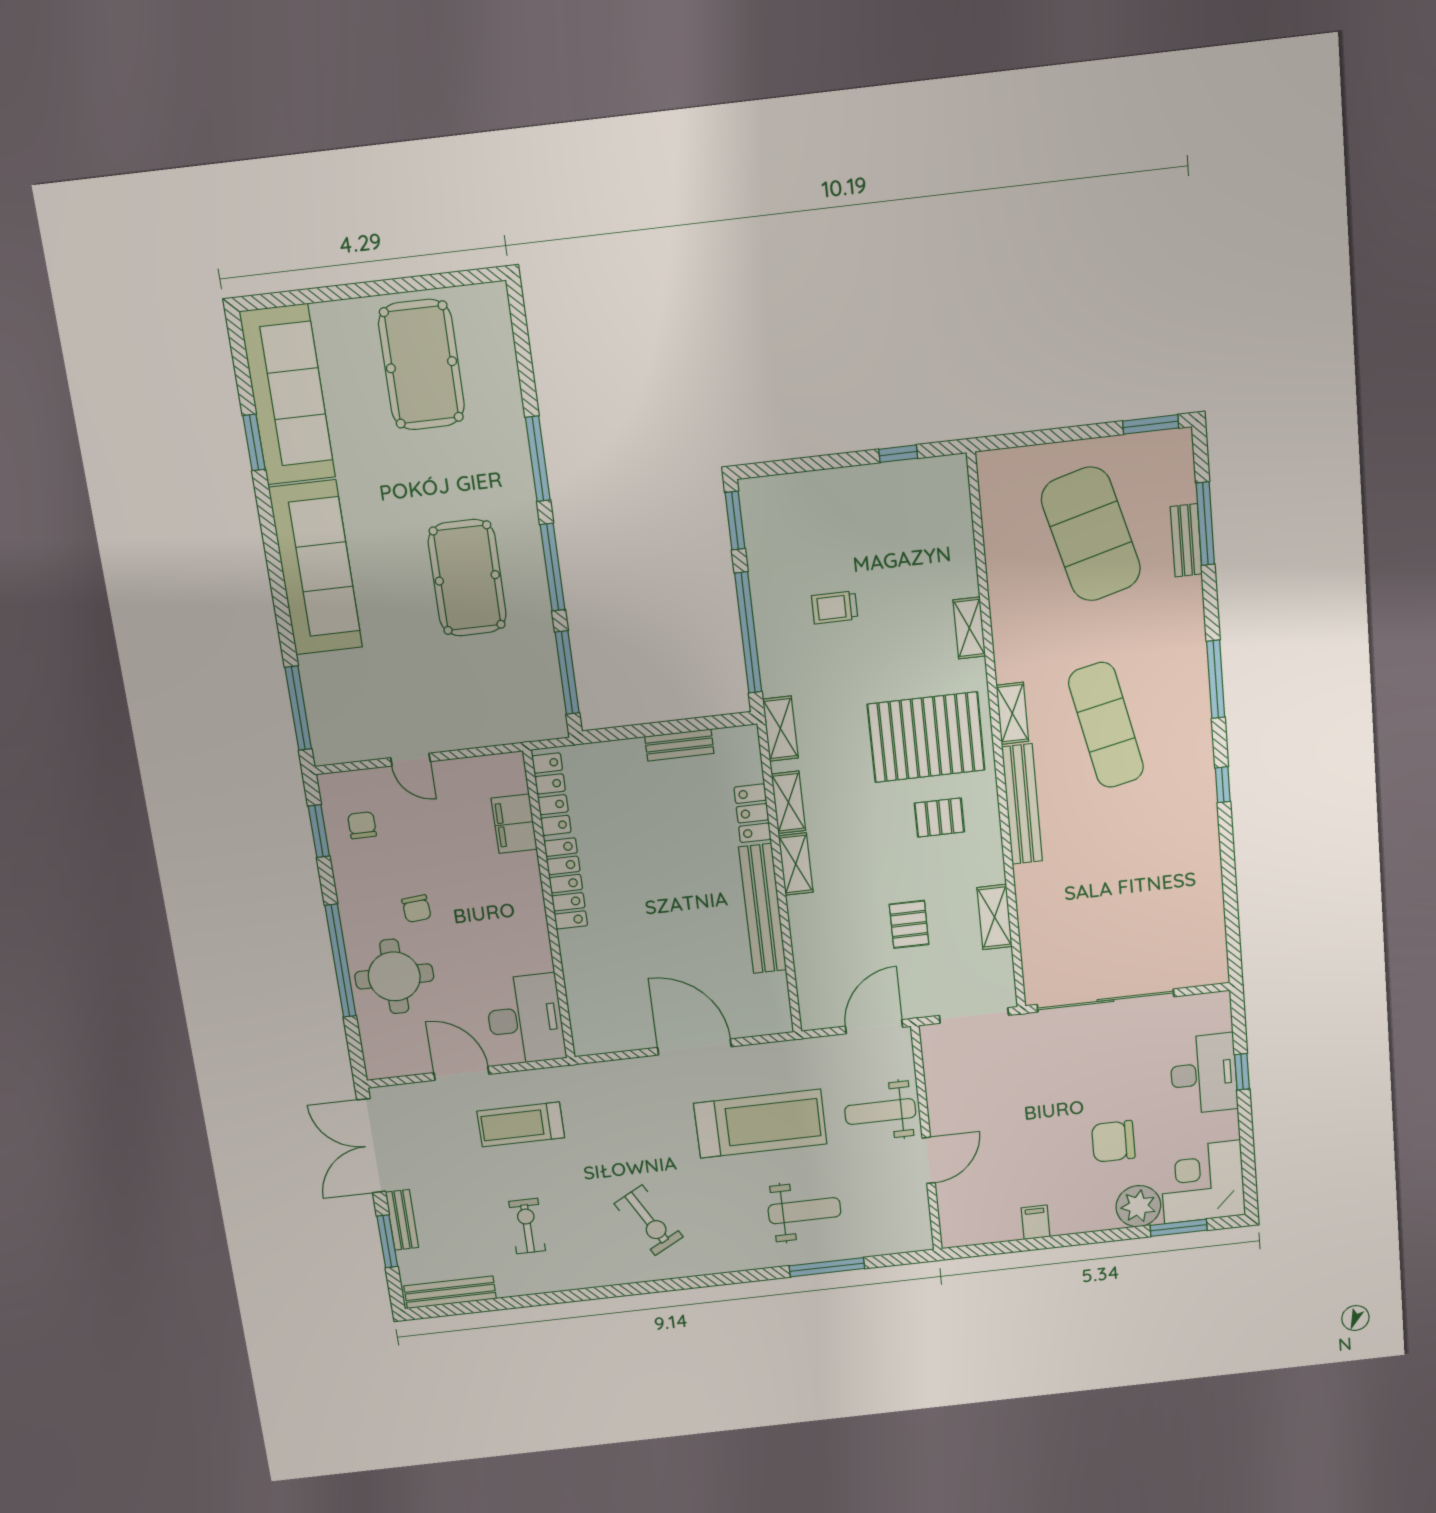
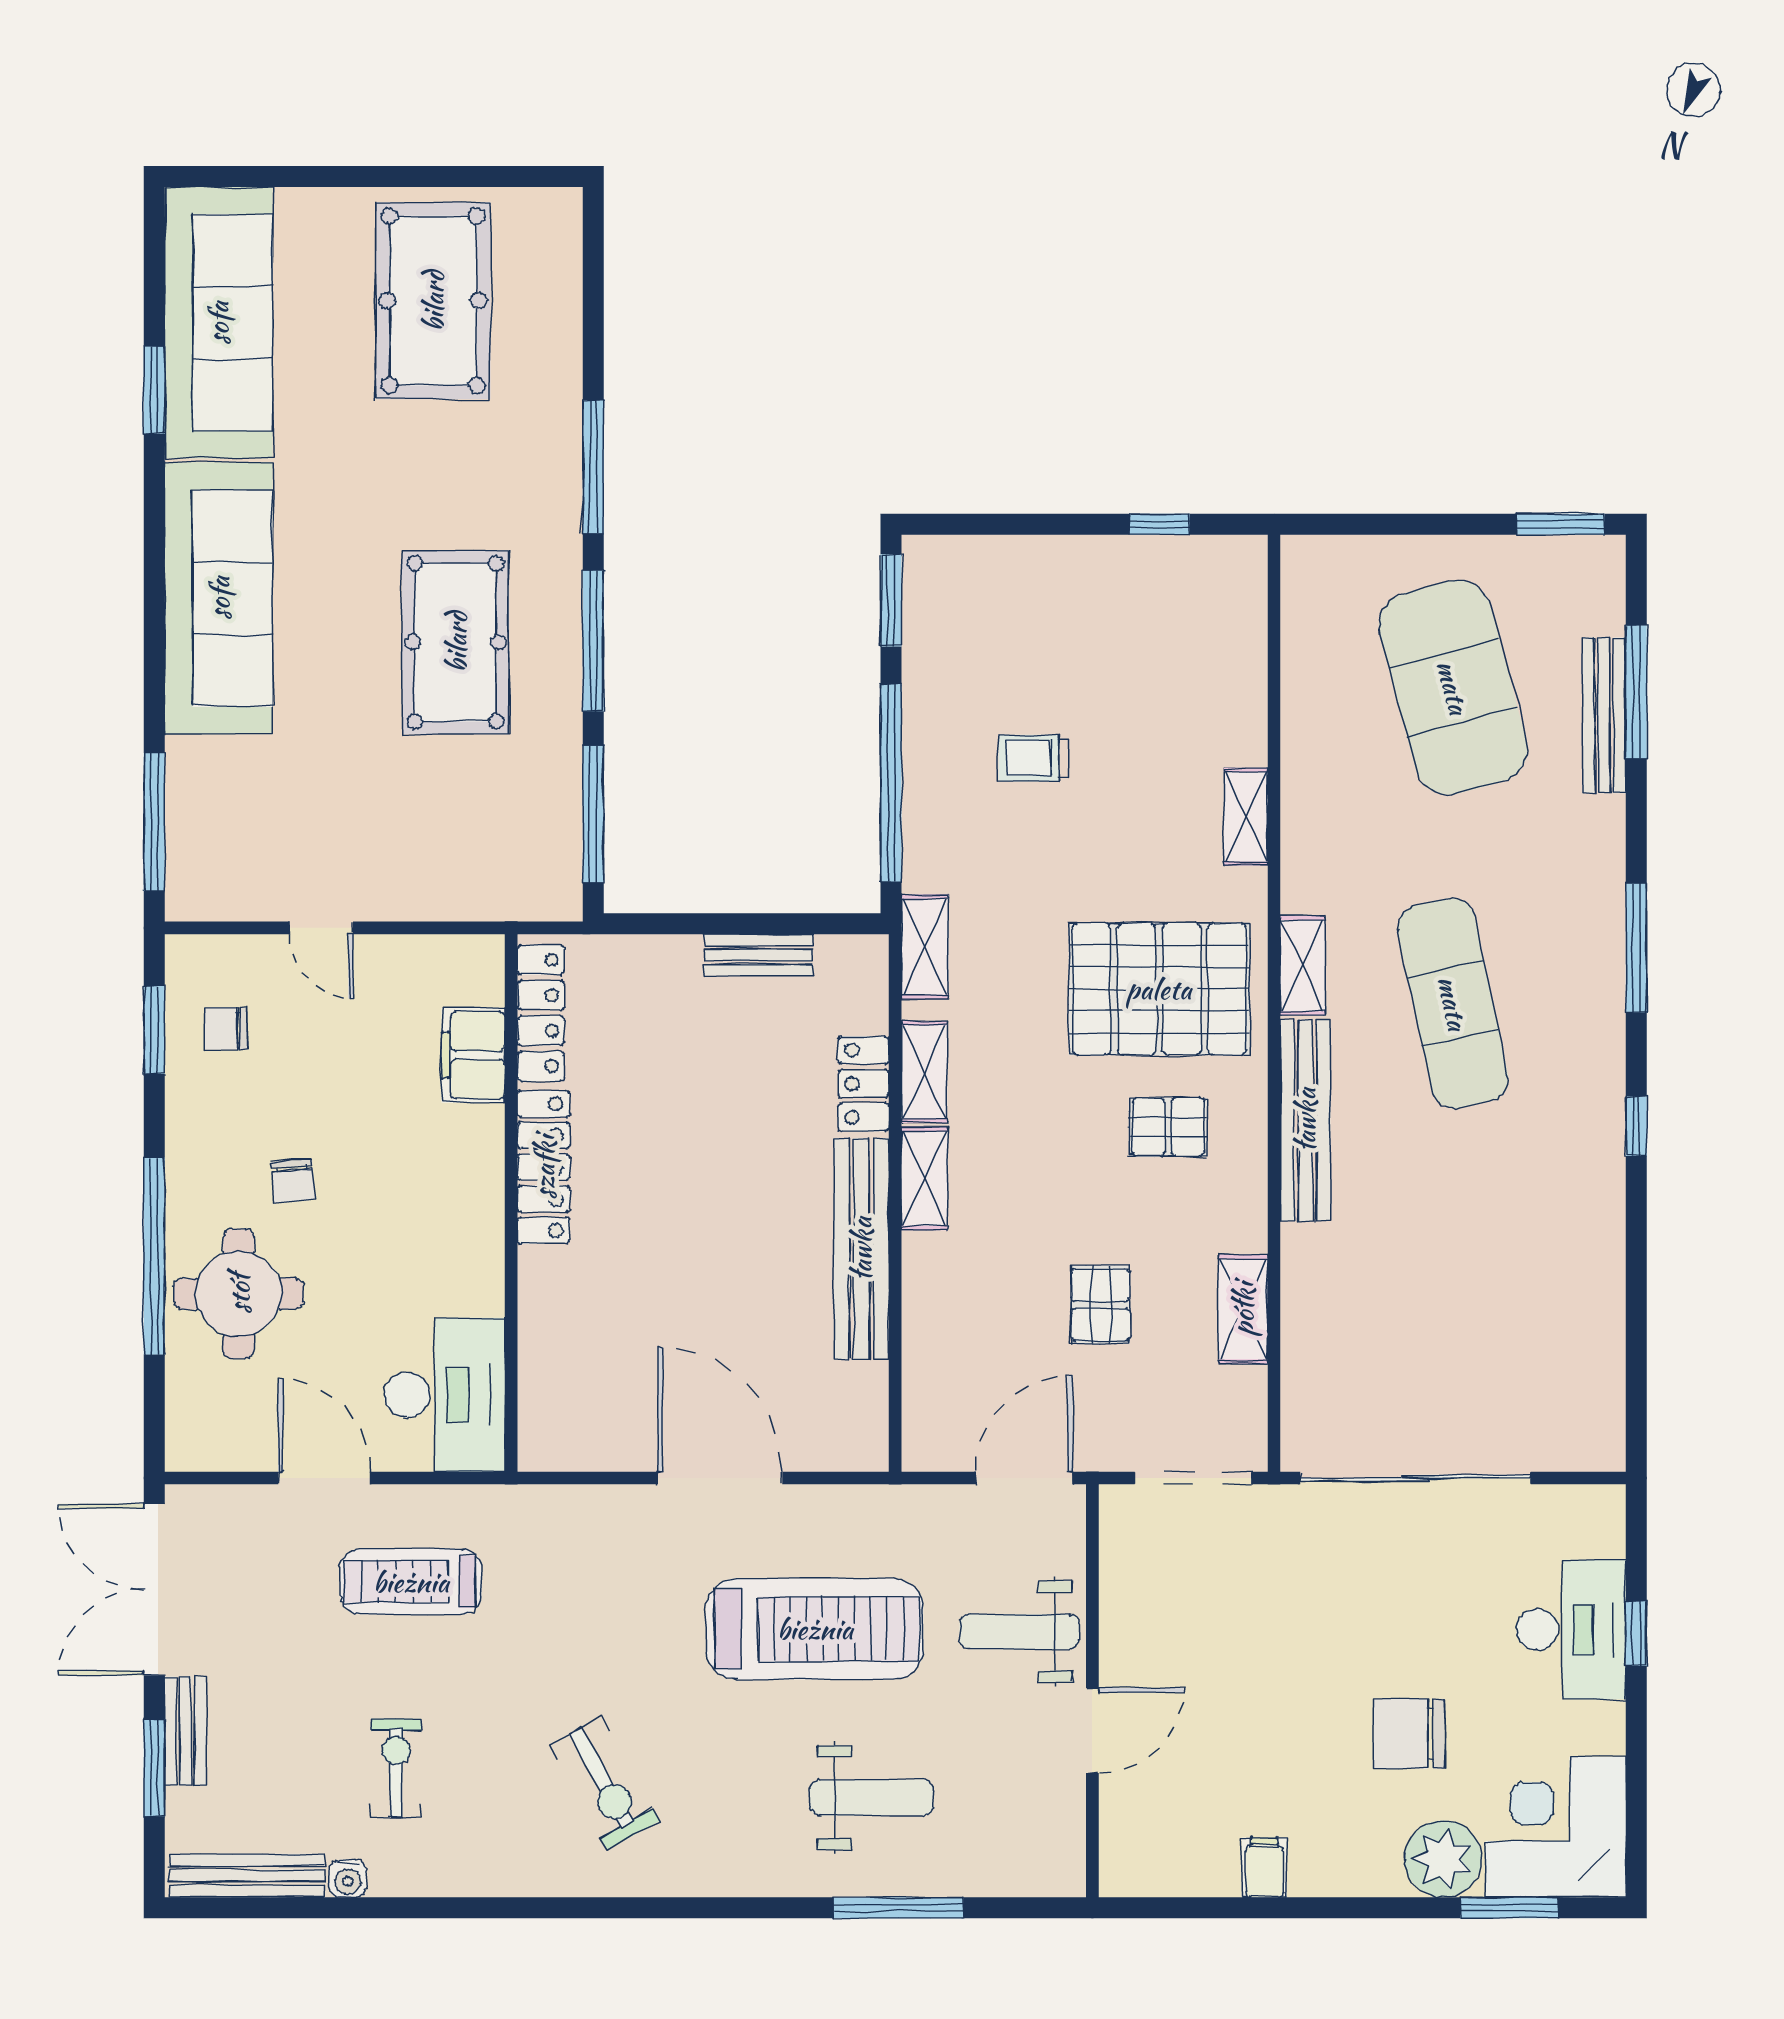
bench: (1186, 540) -> (1604, 715), width x1.36
chair: (362, 825) -> (226, 1028), turned -90
water cooler: (508, 1287) -> (348, 1879), added

